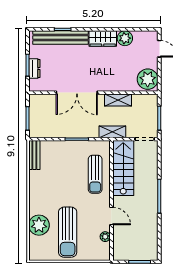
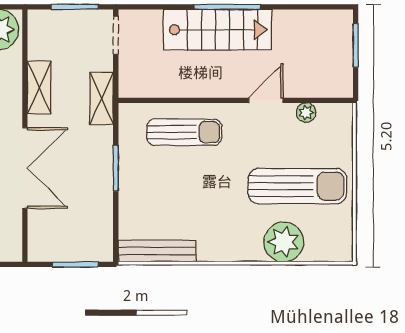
bench: (34, 155) -> (157, 251), width x1.36
stairs: (123, 168) -> (218, 30), moved, turned 180

